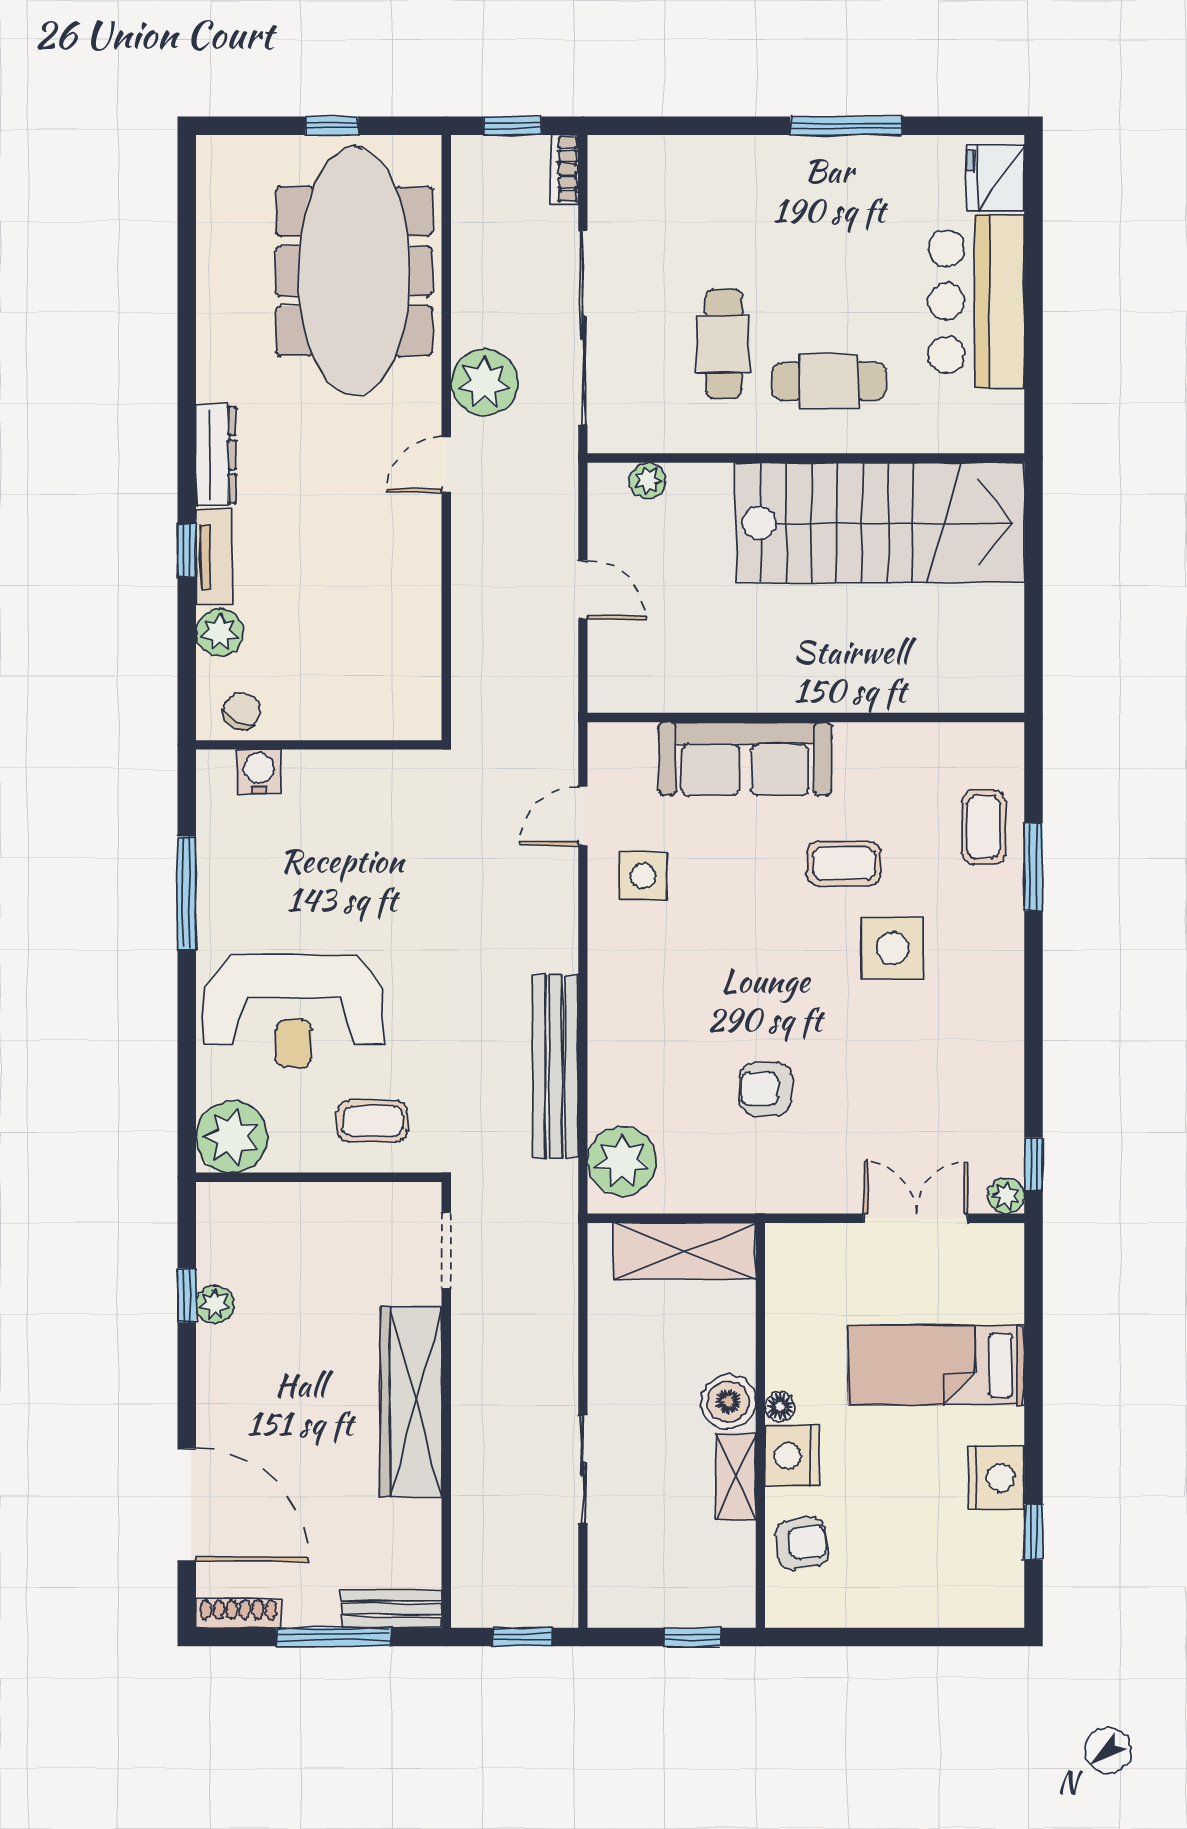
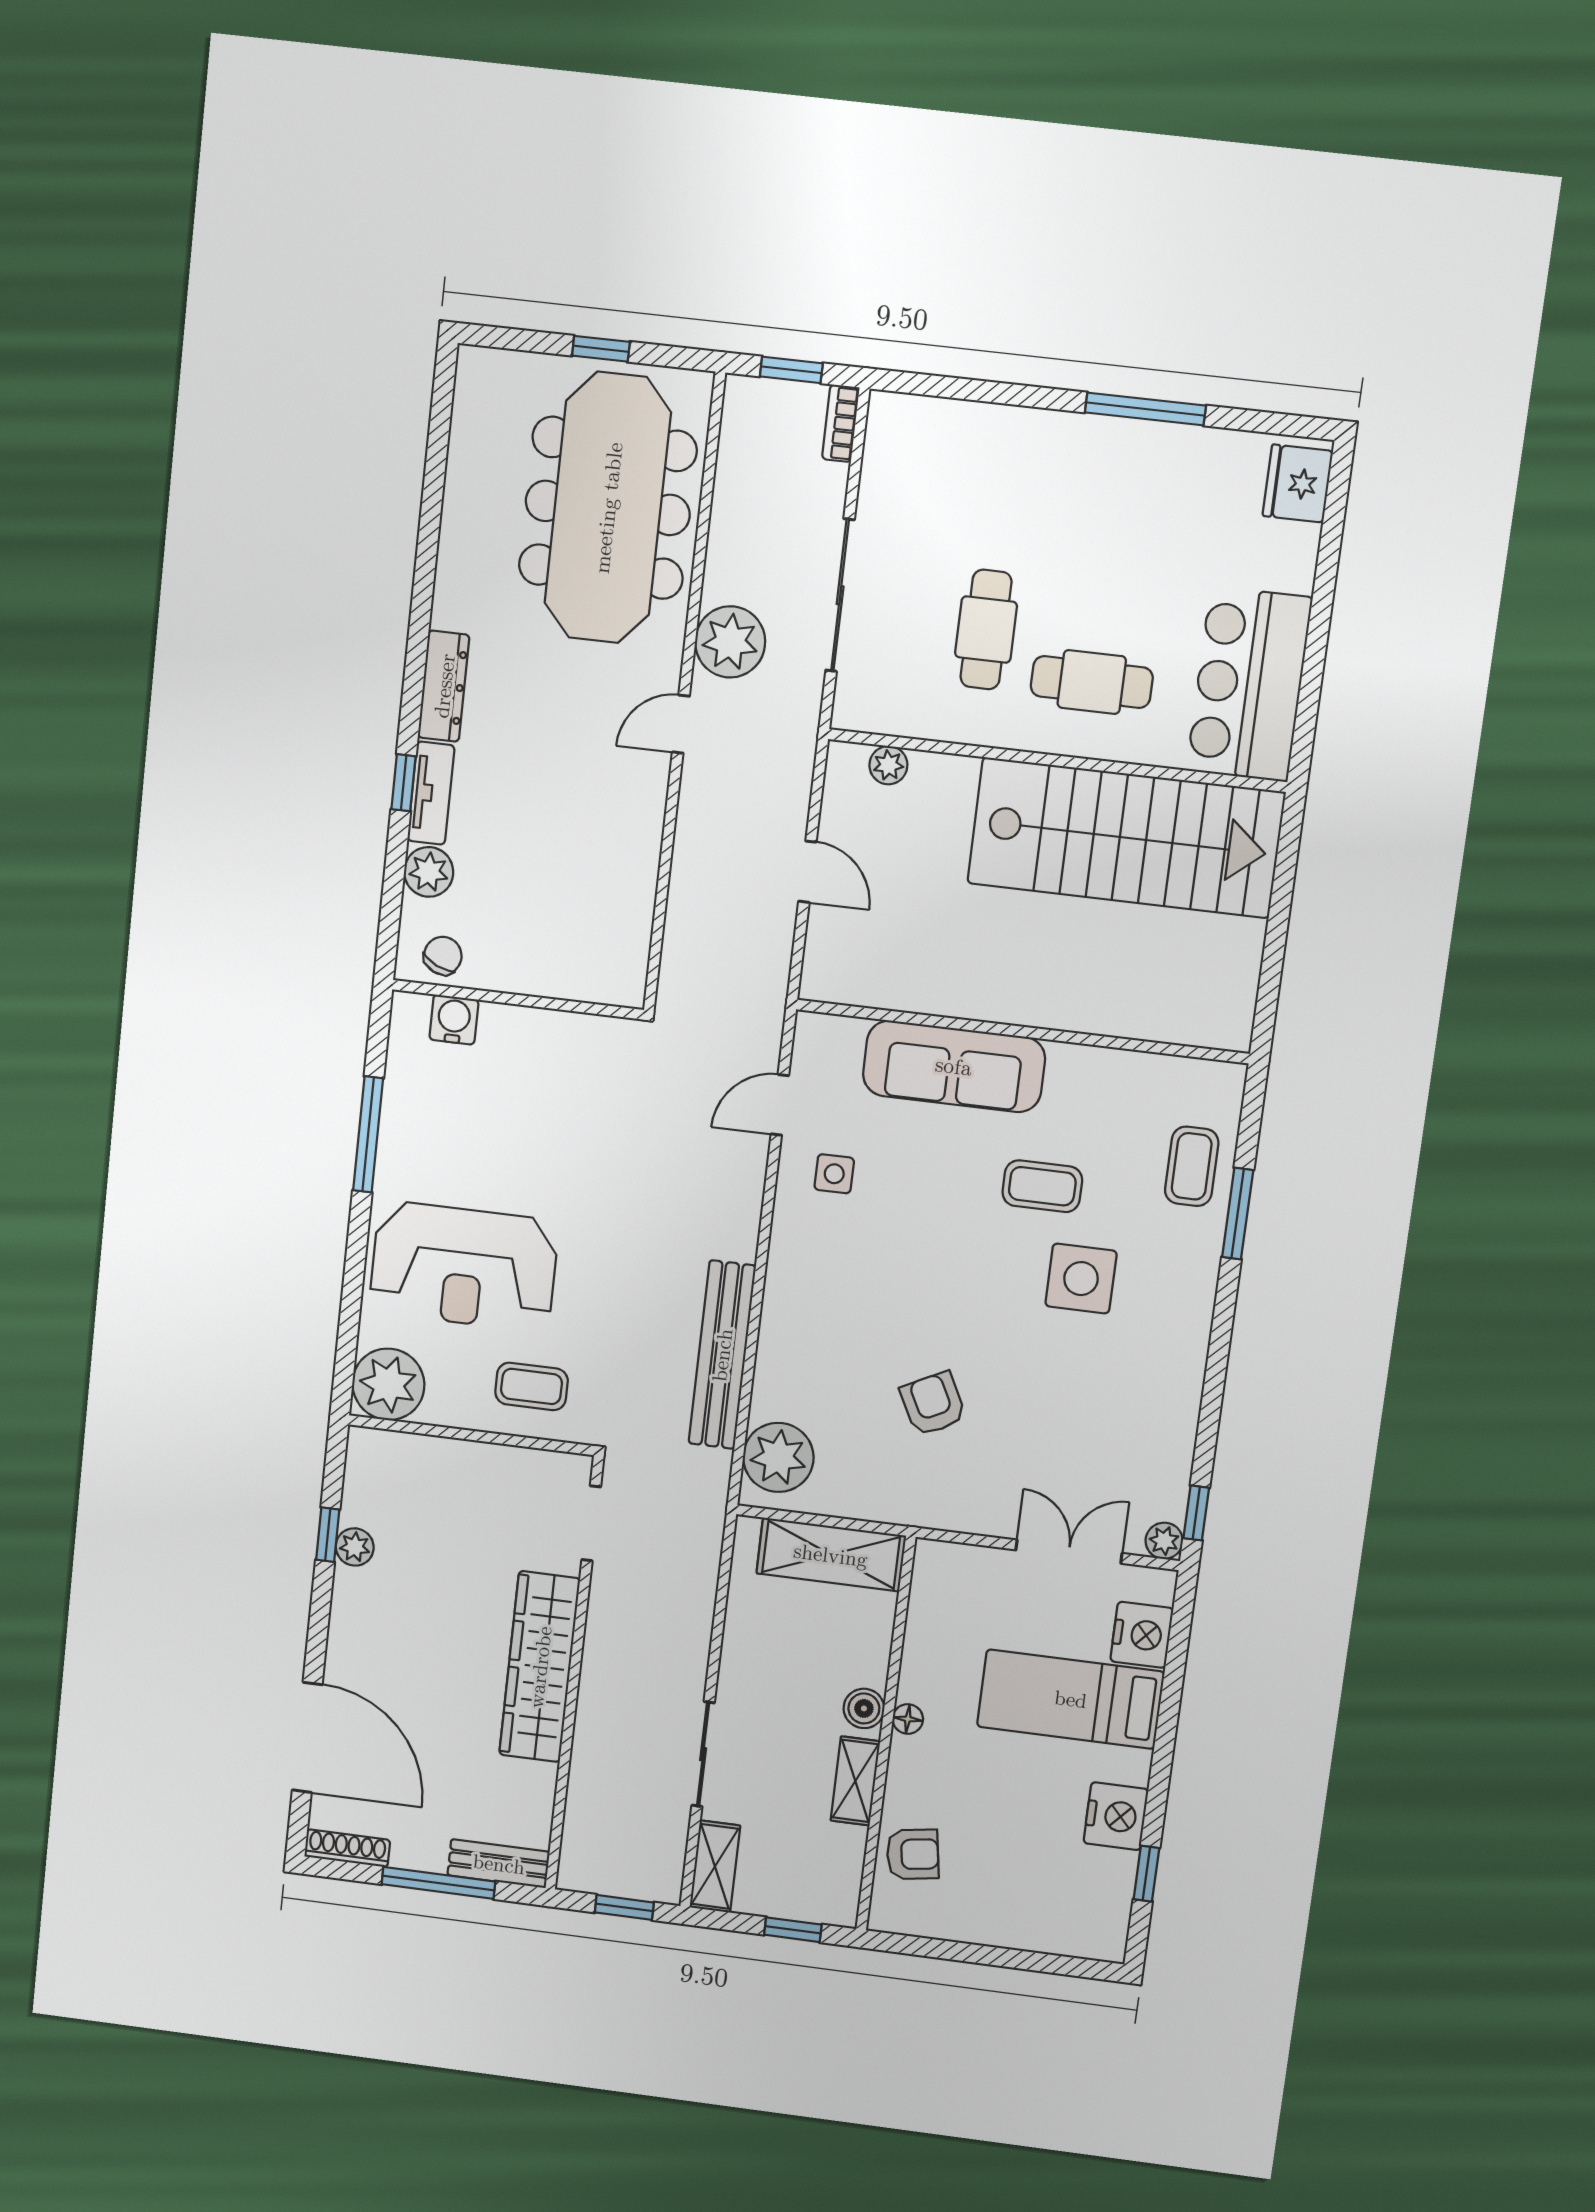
bar counter: (976, 301) -> (1249, 684), moved
sliding door: (583, 328) -> (840, 595), width x0.73
side table: (643, 876) -> (834, 1174), width x0.73, depth x0.73
armchair: (766, 1089) -> (933, 1404), turned 63
boiler: (728, 1402) -> (864, 1708), width x0.73, depth x0.73
nightstand: (792, 1456) -> (1142, 1635), moved, turned 180
shelving: (608, 1582) -> (715, 1866), added

